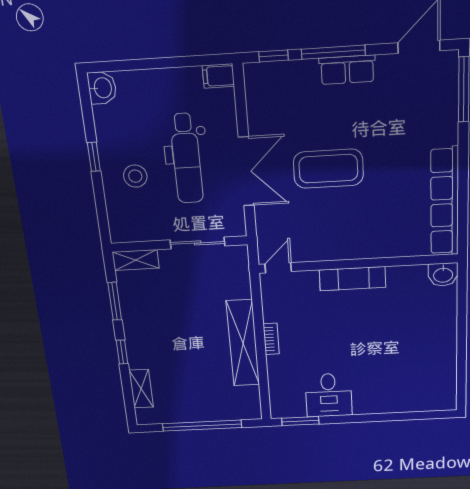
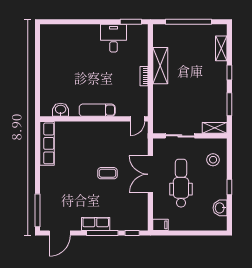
washbasin: (102, 88) -> (220, 208), moved
coffee table: (328, 169) -> (107, 173), width x0.54, depth x0.58
stool: (135, 176) -> (213, 160), moved
row of seats: (445, 202) -> (47, 143), width x0.73
washbasin: (443, 275) -> (61, 110), moved
shelving: (243, 343) -> (160, 66), width x0.68

